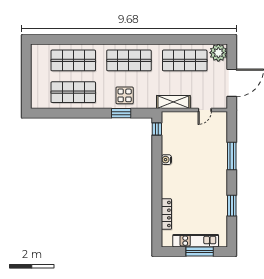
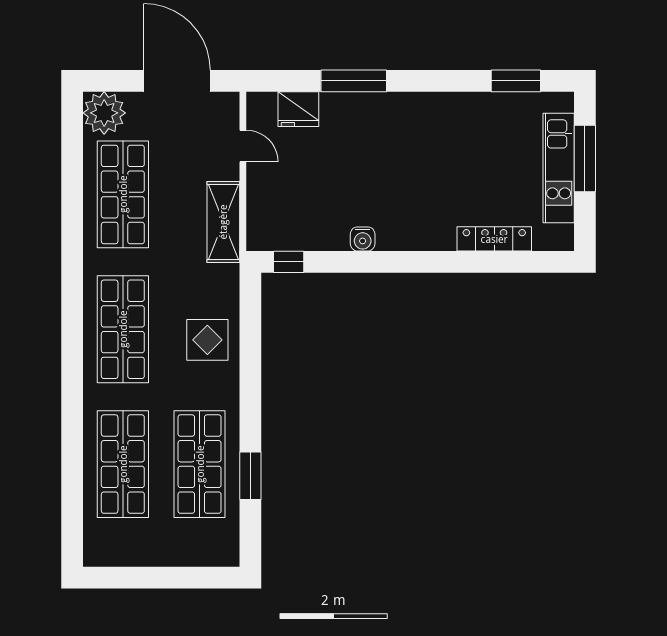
window: (121, 113) -> (250, 476), moved
fridge: (220, 133) -> (298, 109), added
window: (232, 206) -> (516, 81), moved

